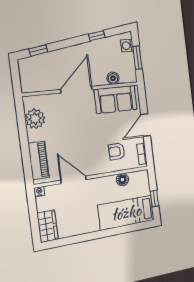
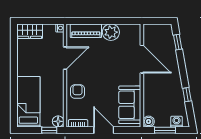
boiler: (113, 78) -> (149, 121), moved
door: (76, 90) -> (142, 59), moved
plant: (35, 119) -> (111, 32), moved
armchair: (117, 151) -> (77, 92), moved
floor lamp: (122, 180) -> (58, 121), moved
window: (154, 199) -> (49, 130), moved

